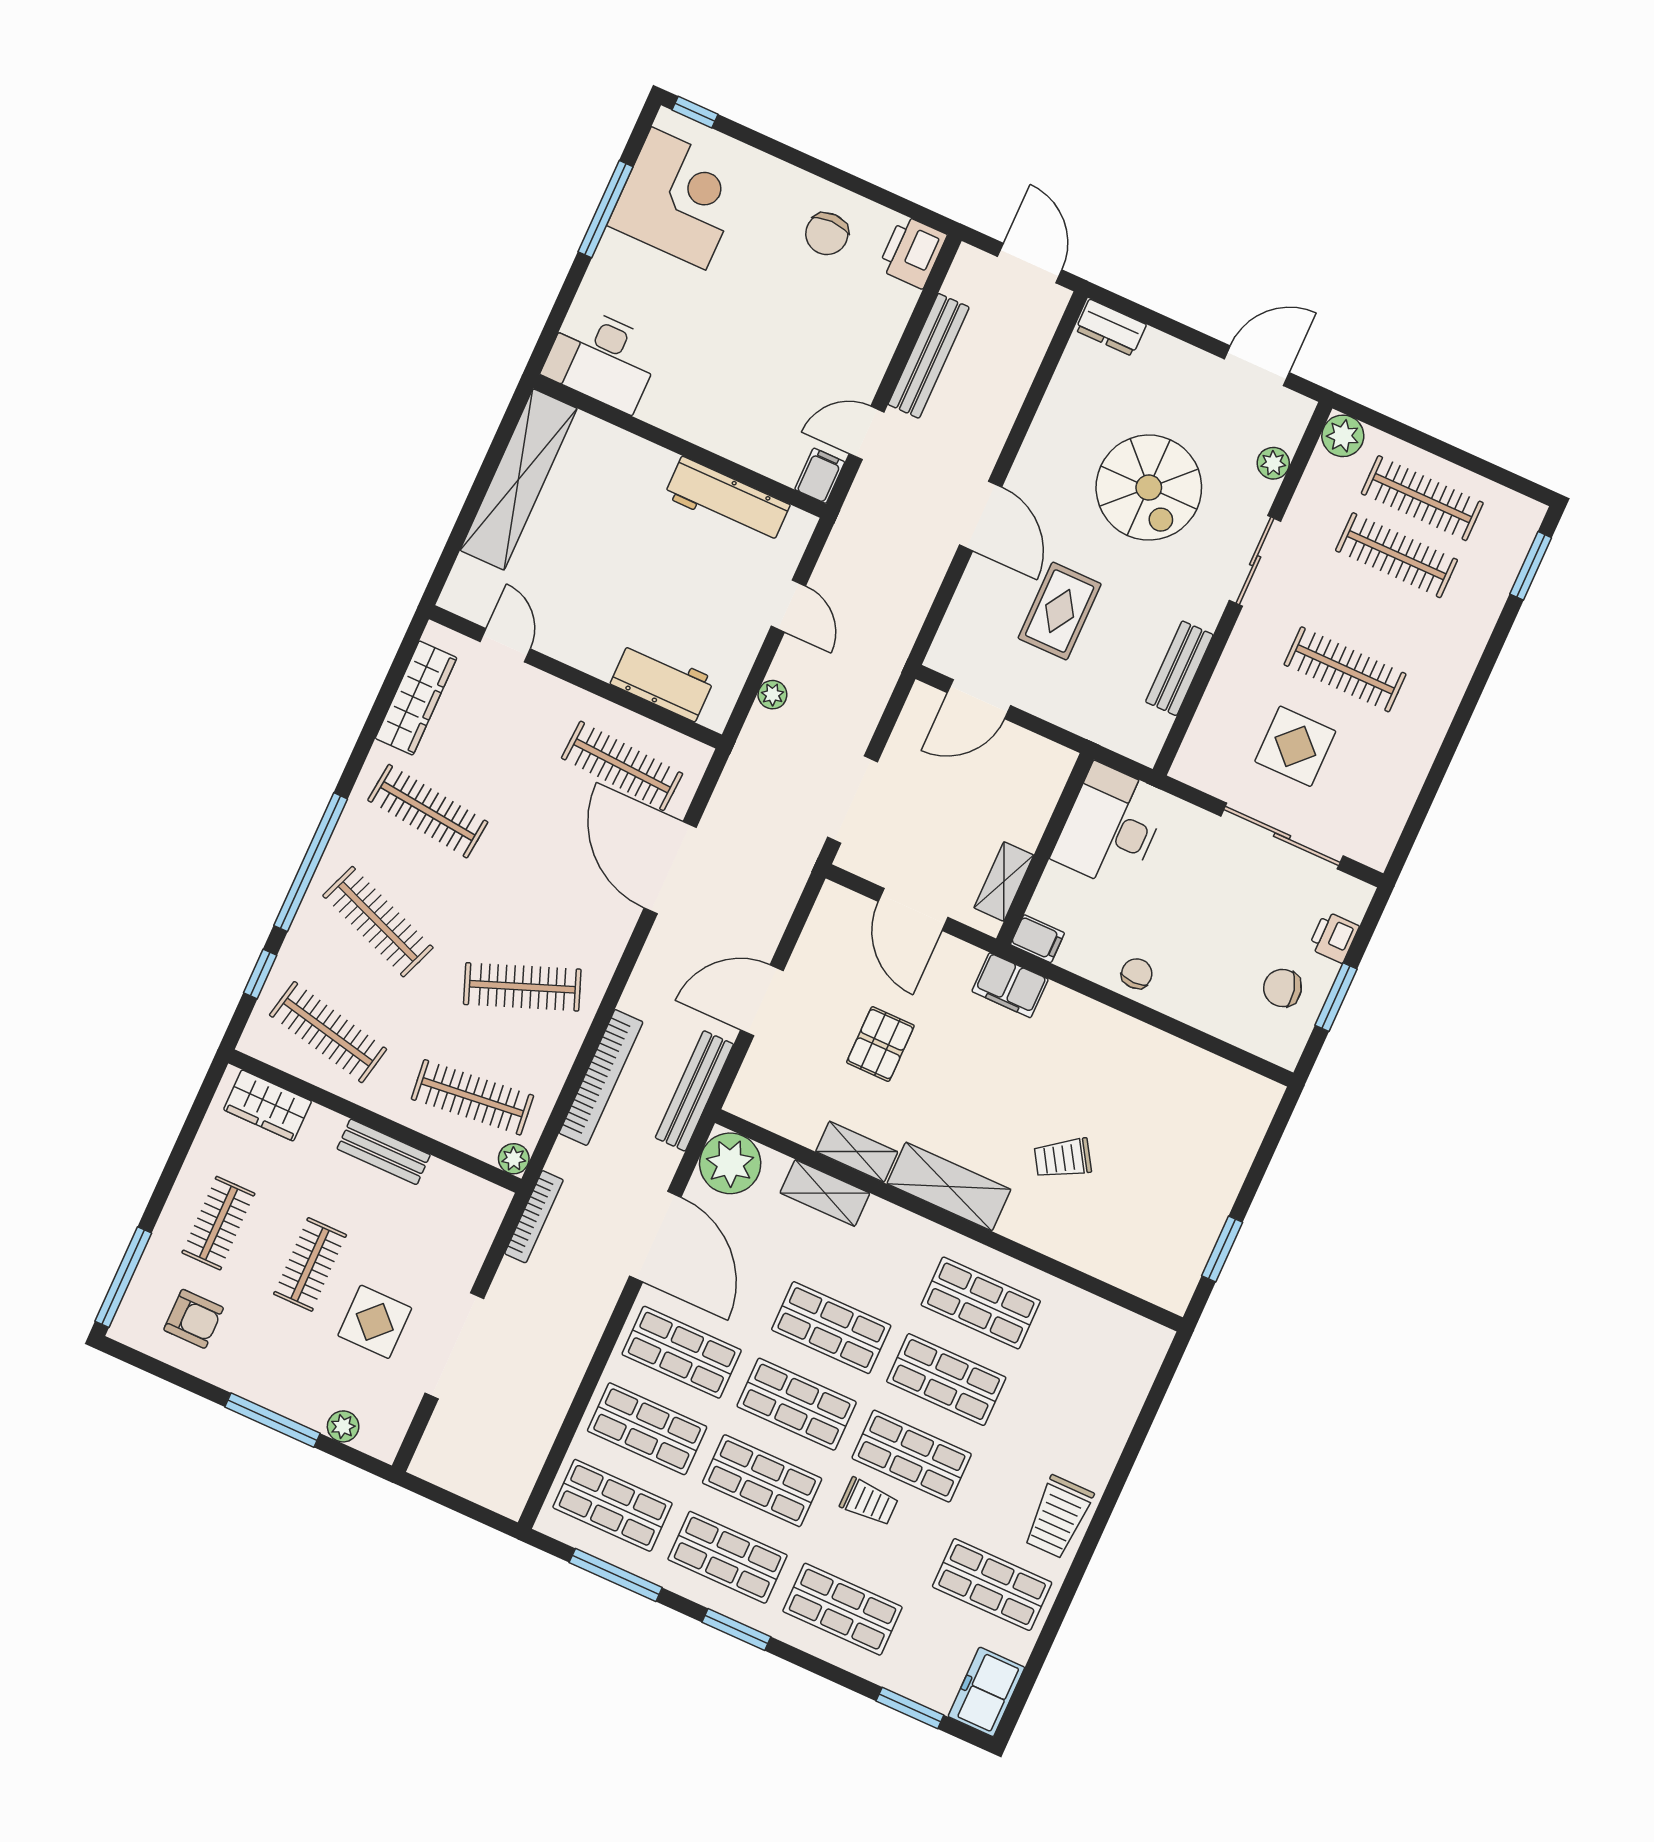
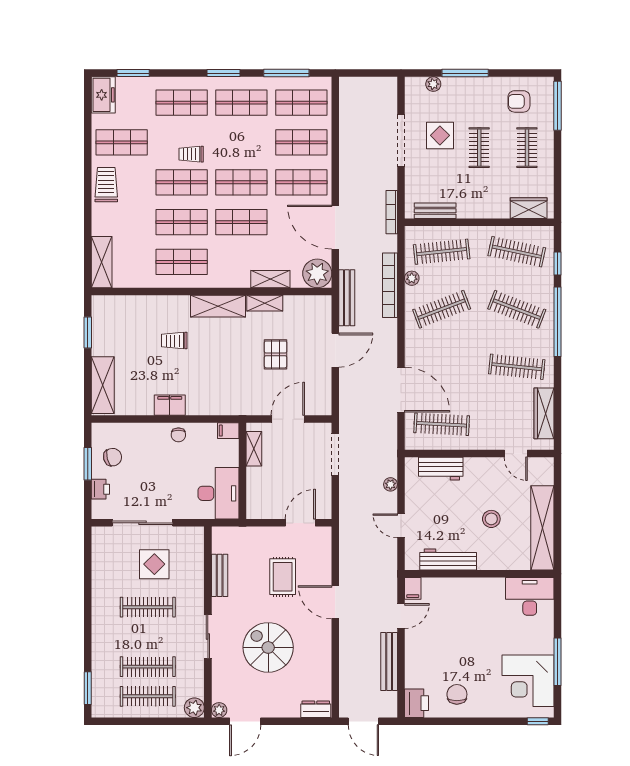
plant: (1273, 463) -> (219, 710), moved
stool: (609, 541) -> (491, 519), added
door: (913, 909) -> (288, 419), hinge flipped
filing cabinet: (1010, 985) -> (170, 405), moved
shelving: (1239, 1135) -> (103, 385), added
bench: (384, 1152) -> (435, 211), moved
trolley: (1063, 1158) -> (174, 341), turned -148
plant: (514, 1159) -> (412, 278), moved
shelving: (1134, 1372) -> (102, 262), added
shop shelf: (762, 1481) -> (241, 142), removed

